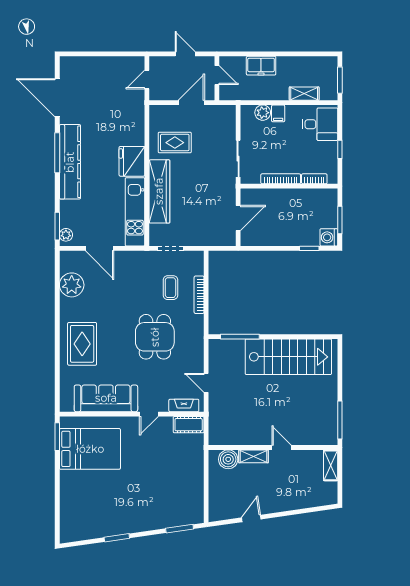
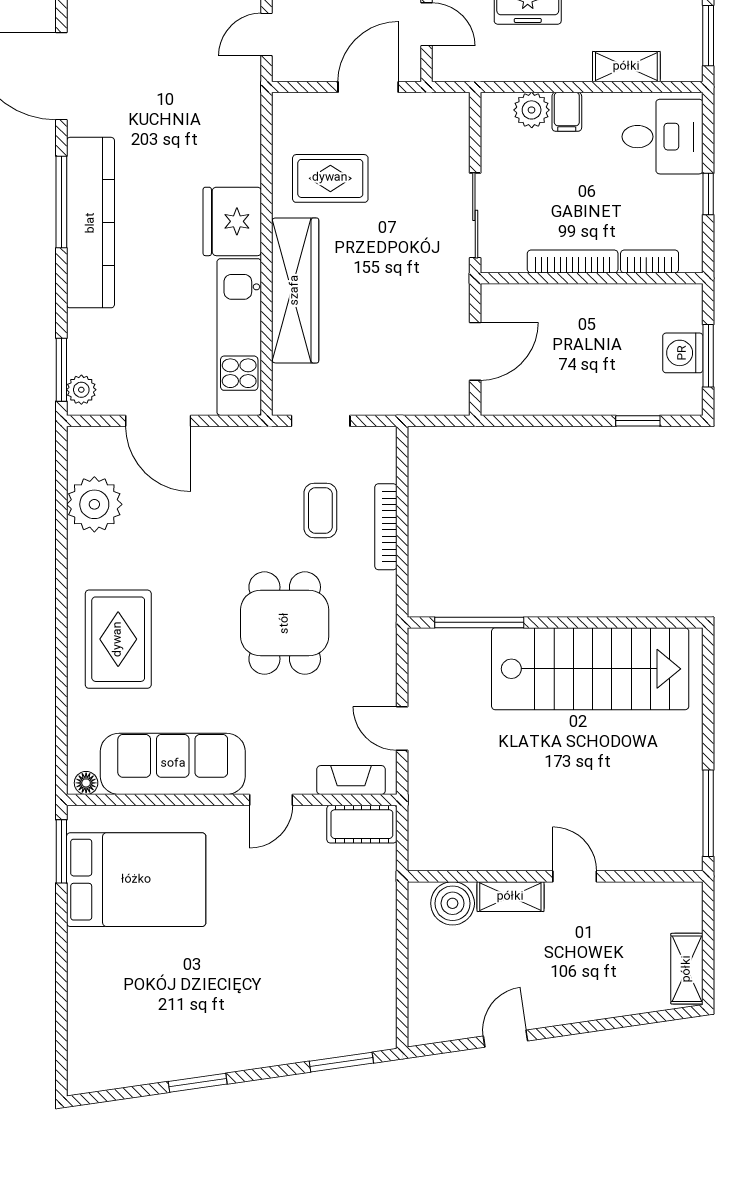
washing machine: (329, 237) -> (683, 353), moved
floor lamp: (68, 407) -> (86, 783), added
shelving: (331, 465) -> (687, 969), moved

